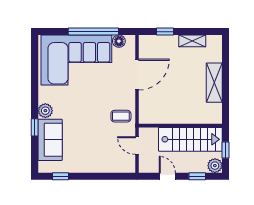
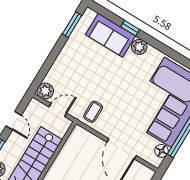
plant: (128, 165) -> (45, 91), added
window: (60, 176) -> (72, 25), width x1.50
door: (167, 176) -> (14, 121), hinge flipped

